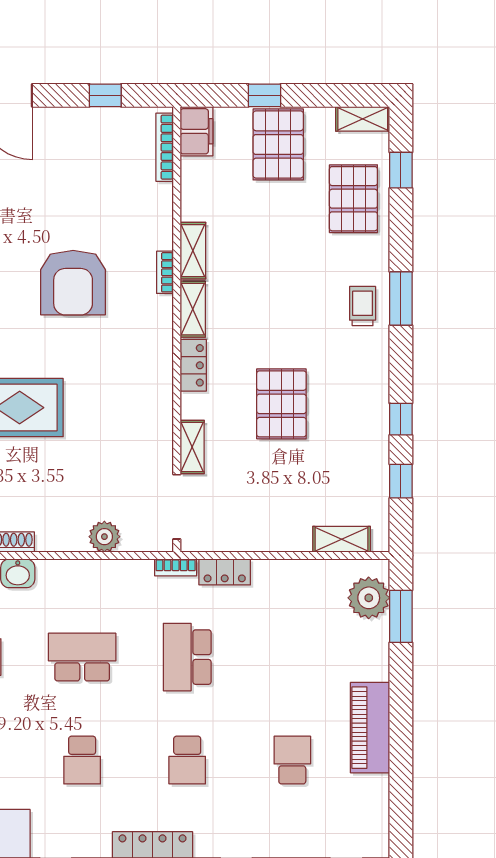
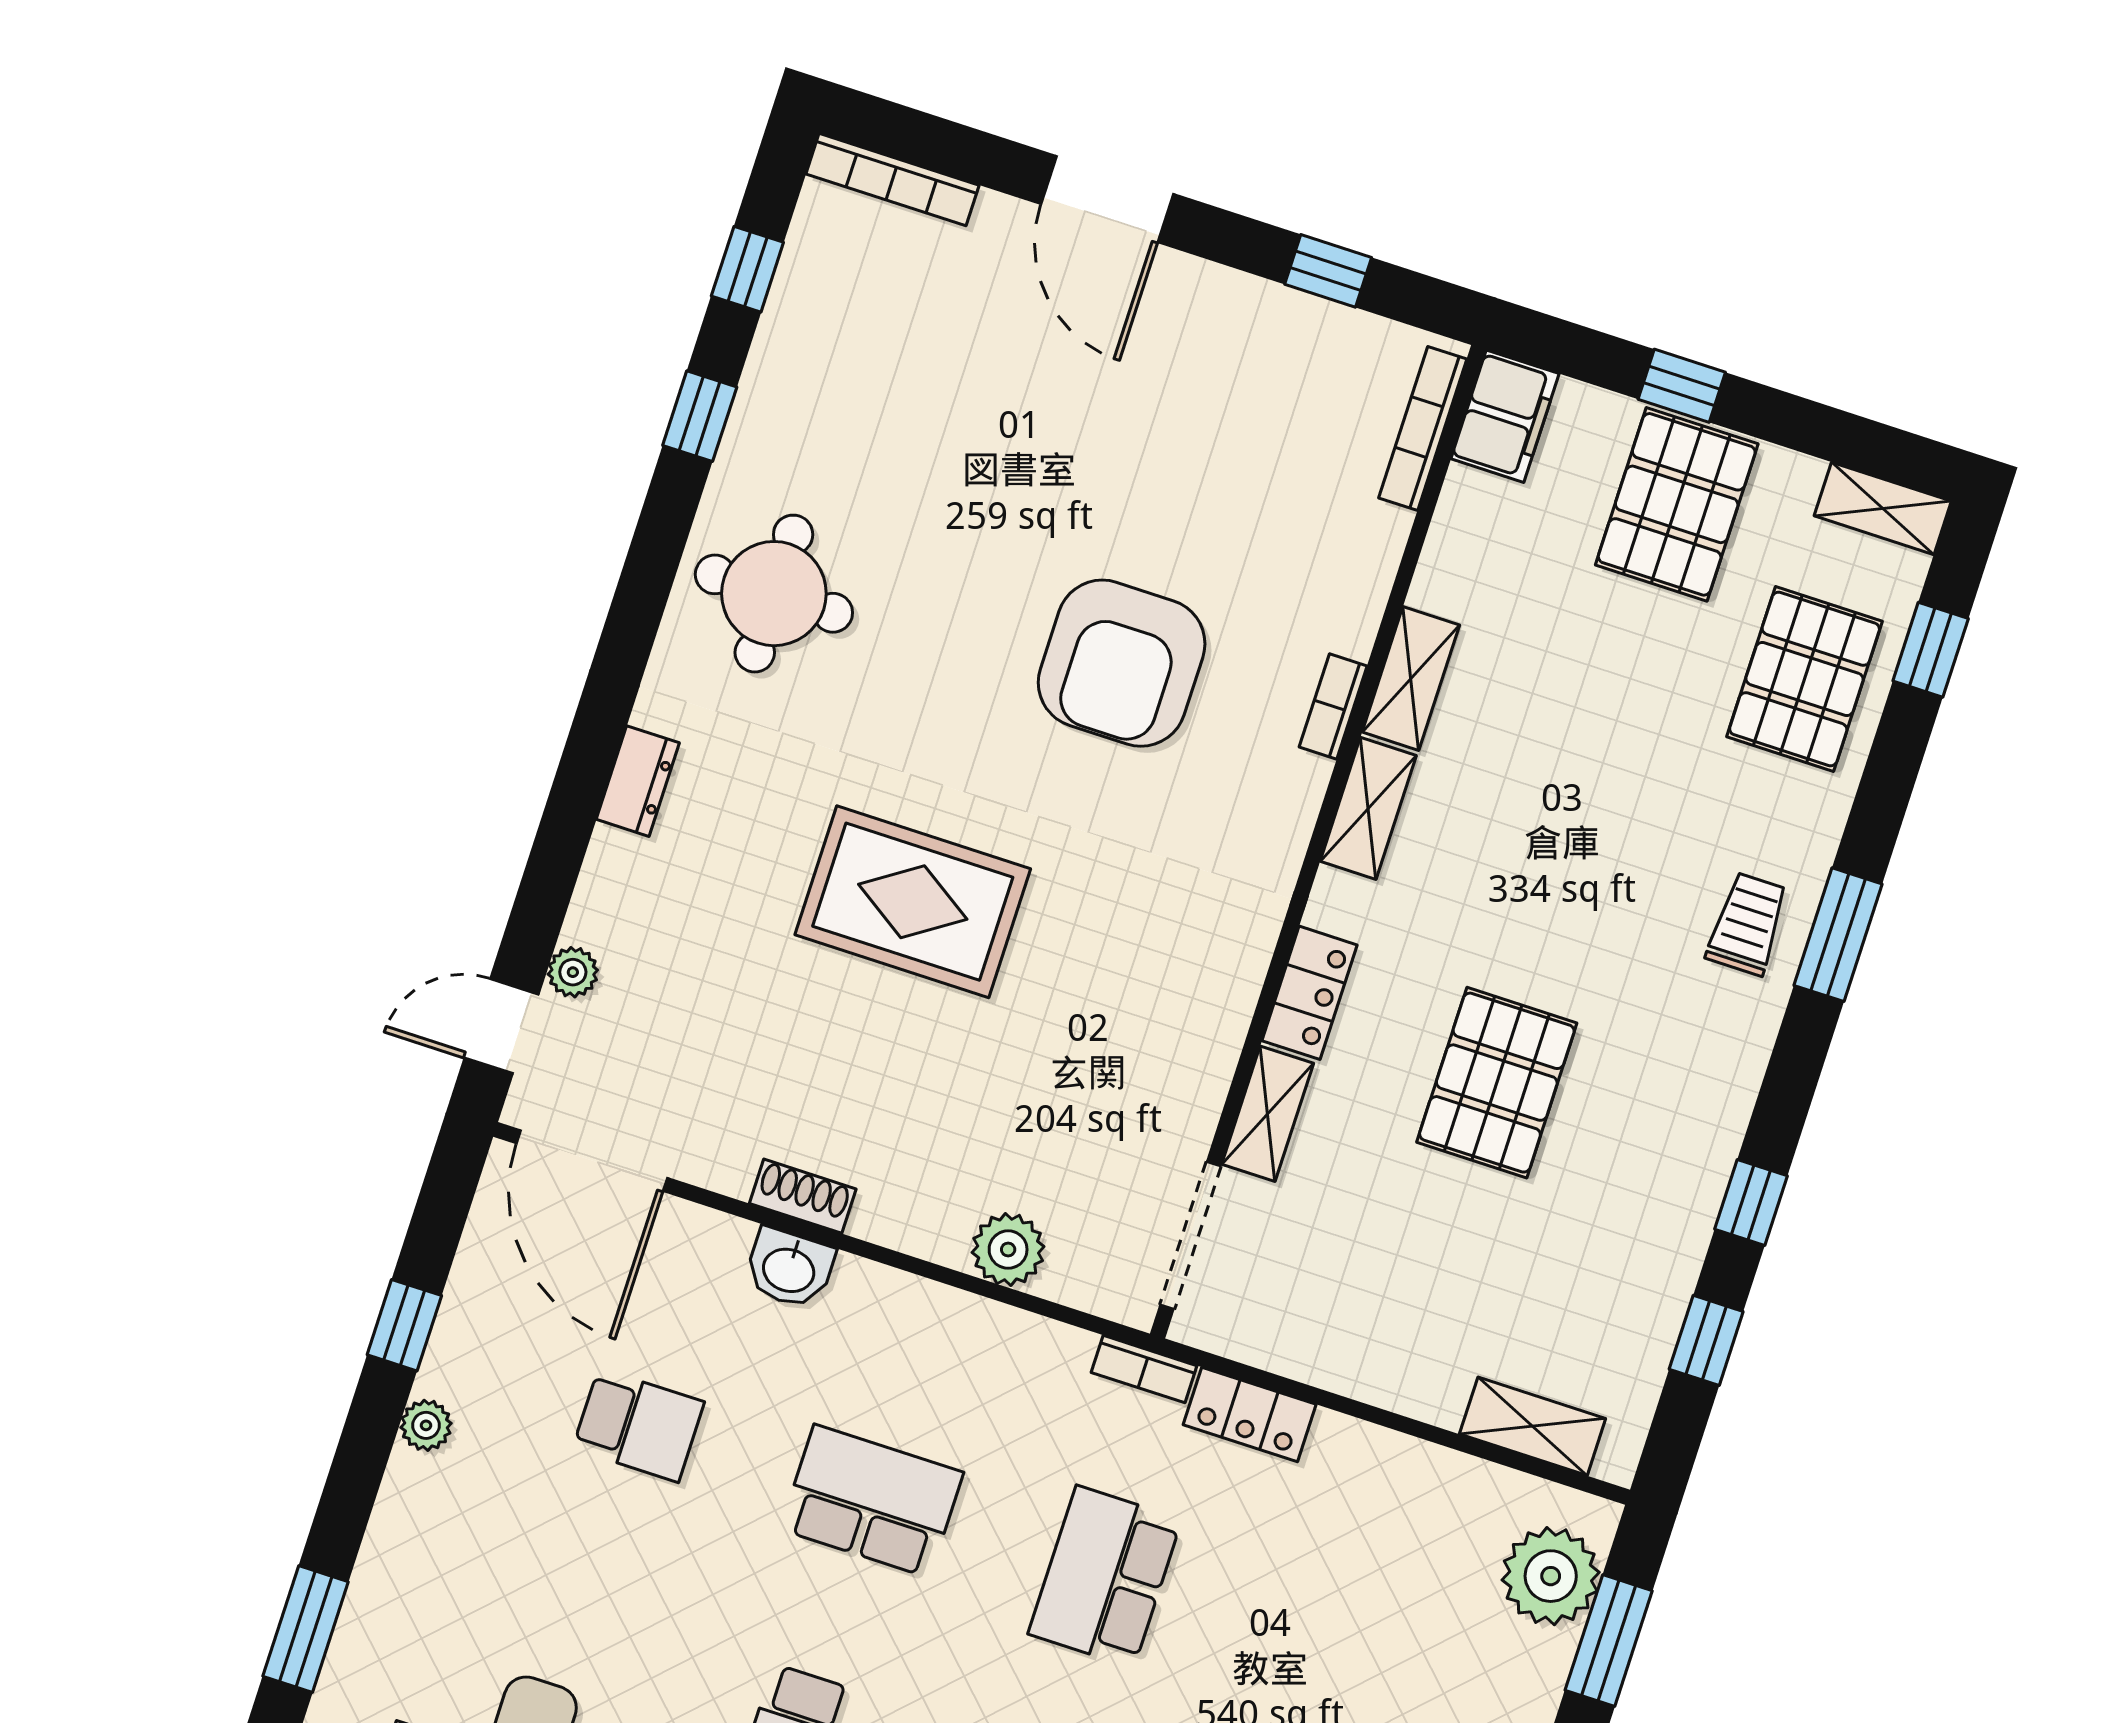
locker: (193, 365) -> (1309, 993), moved

